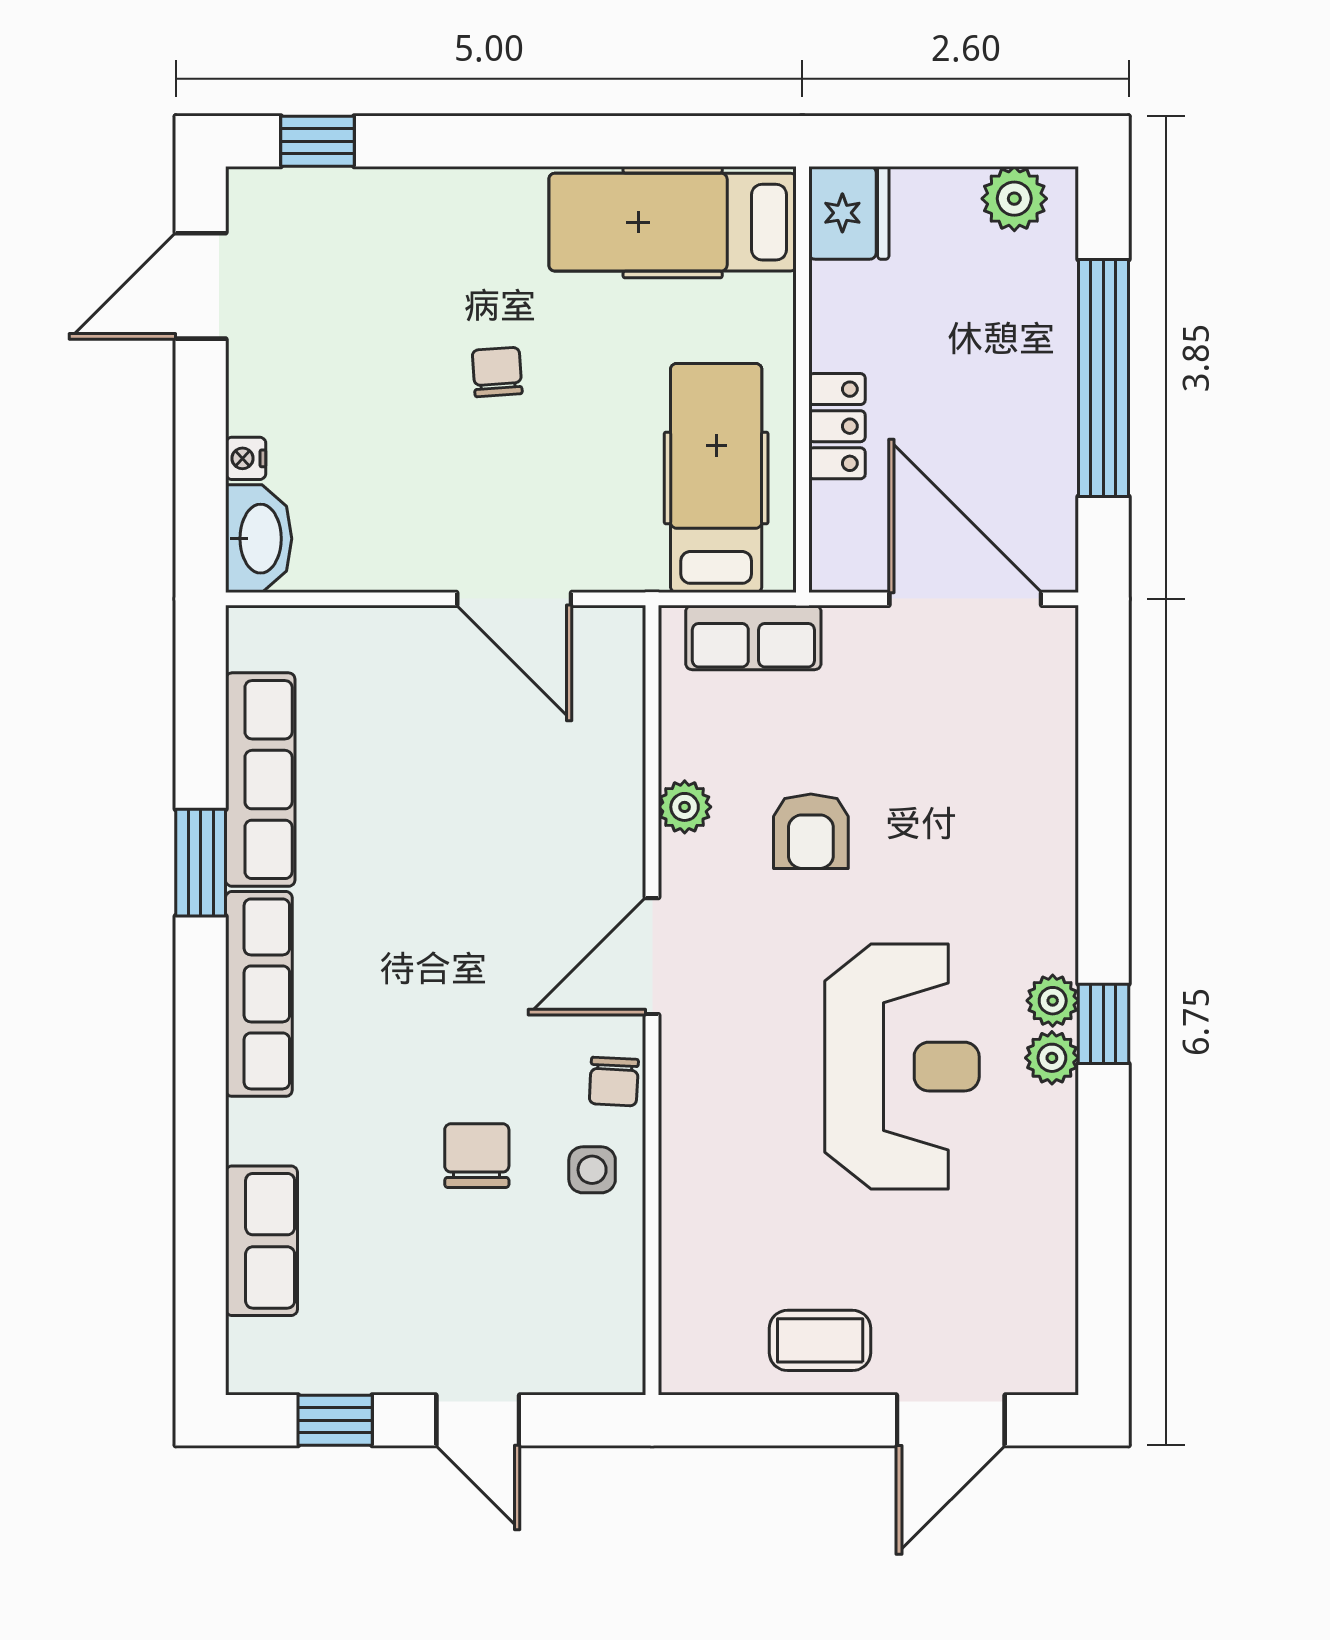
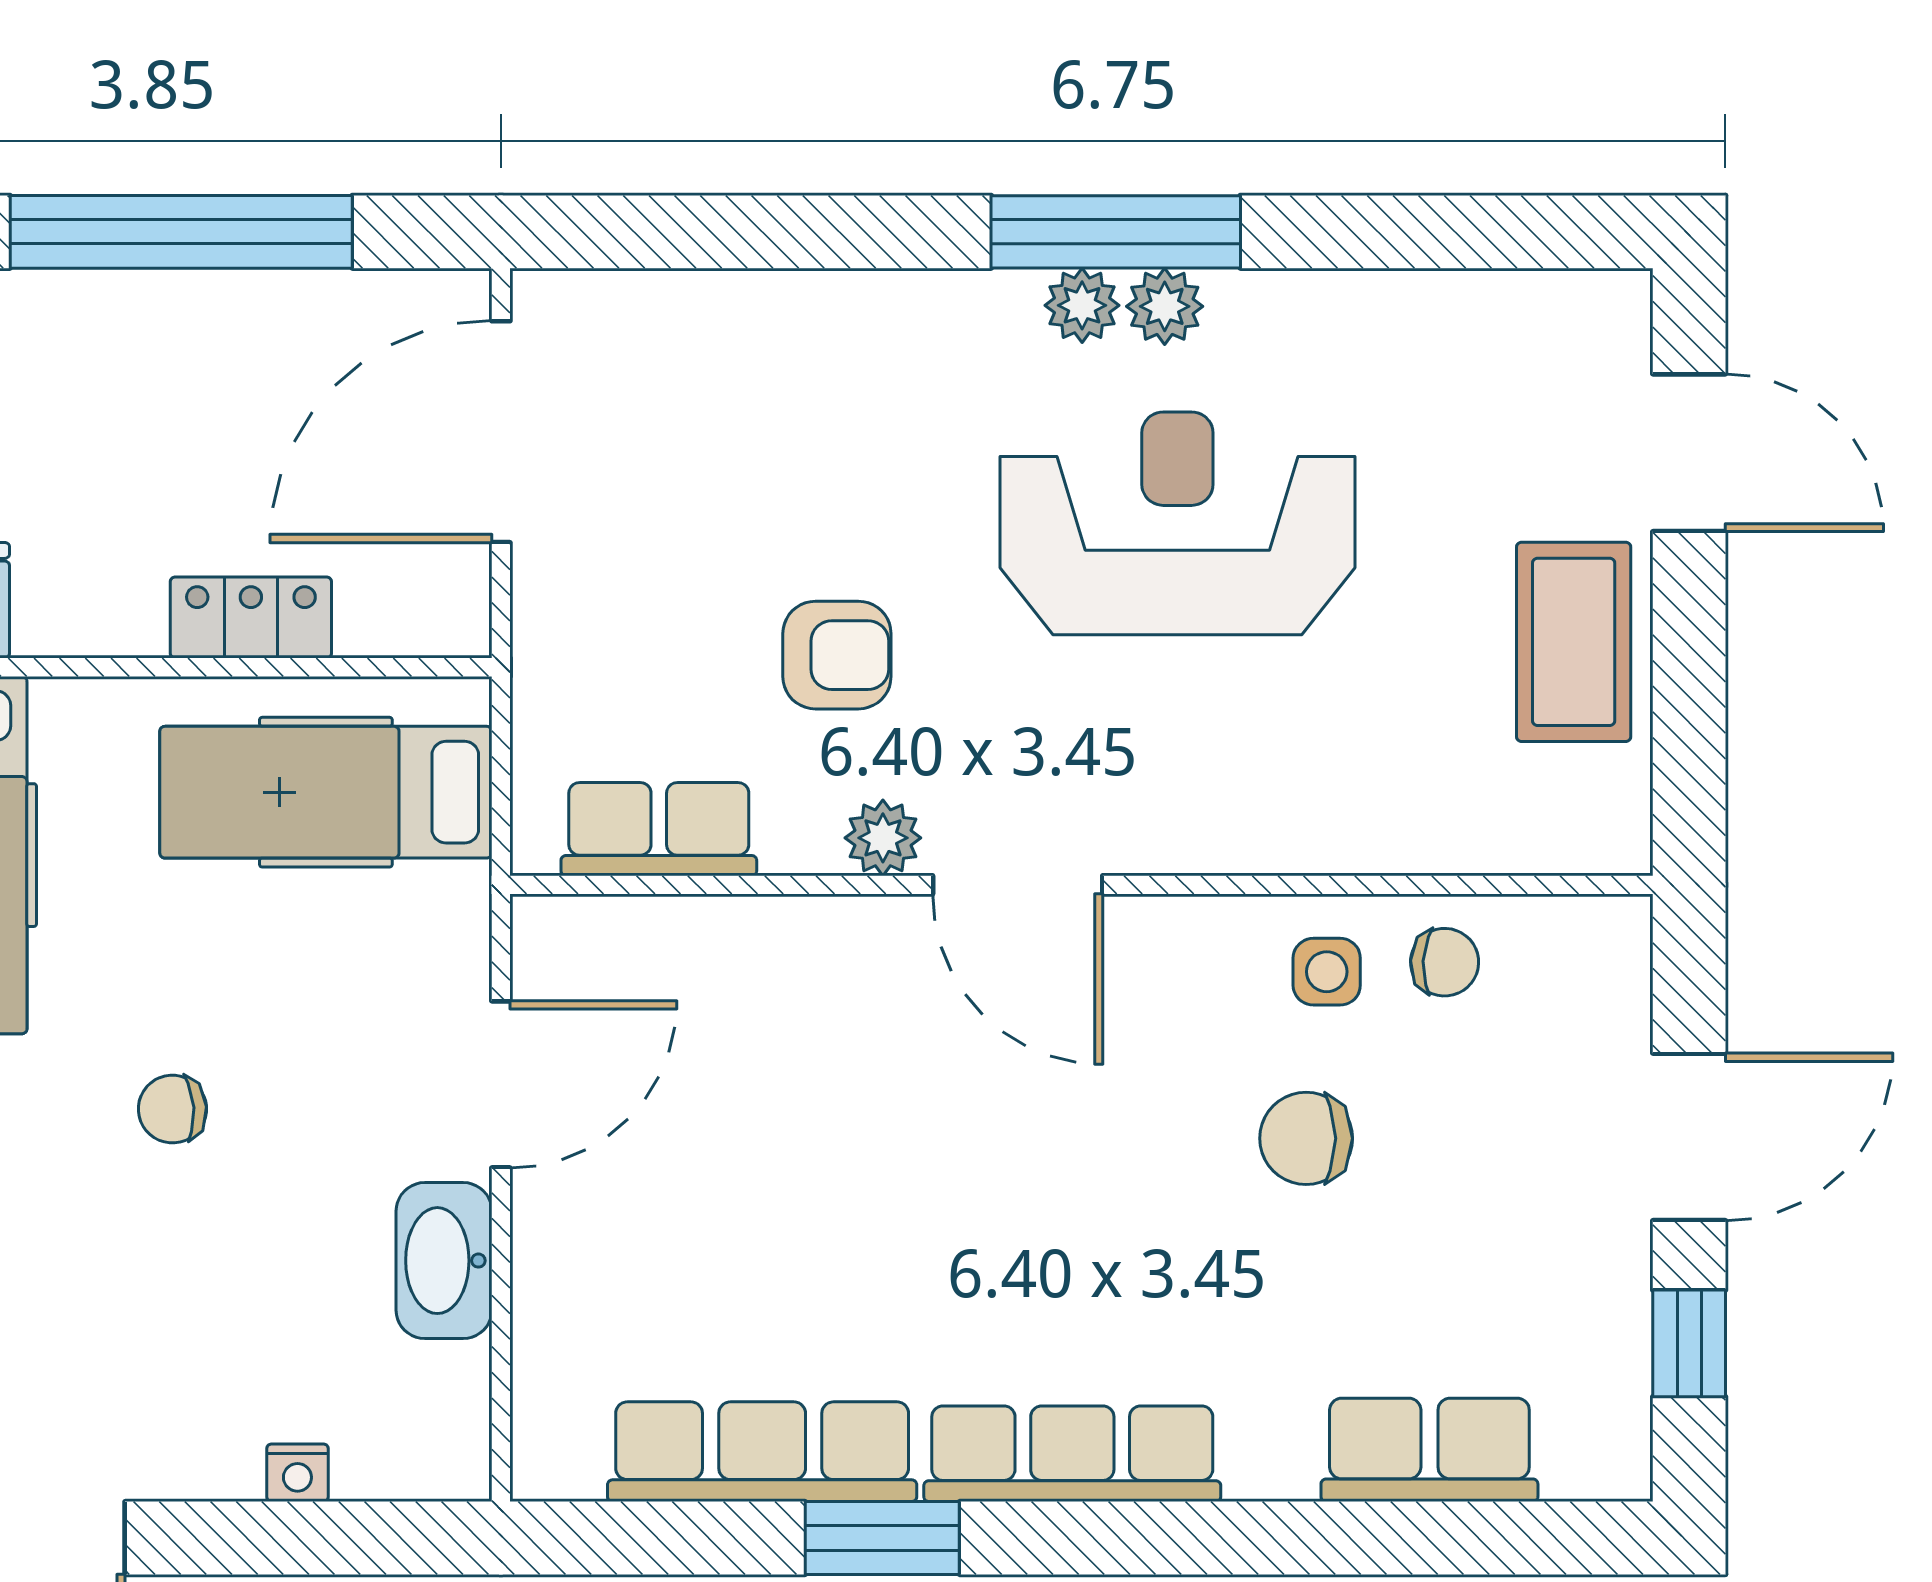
washbasin: (259, 539) -> (444, 1261), moved, turned -90
row of seats: (753, 637) -> (659, 829), moved, turned -90
plant: (685, 807) -> (883, 838), moved
window: (1103, 1024) -> (1116, 232), width x2.17
chair: (614, 1082) -> (1445, 962), moved
coffee table: (820, 1340) -> (1574, 642), width x1.36, depth x1.30
door: (478, 1420) -> (1689, 1137), width x1.38

